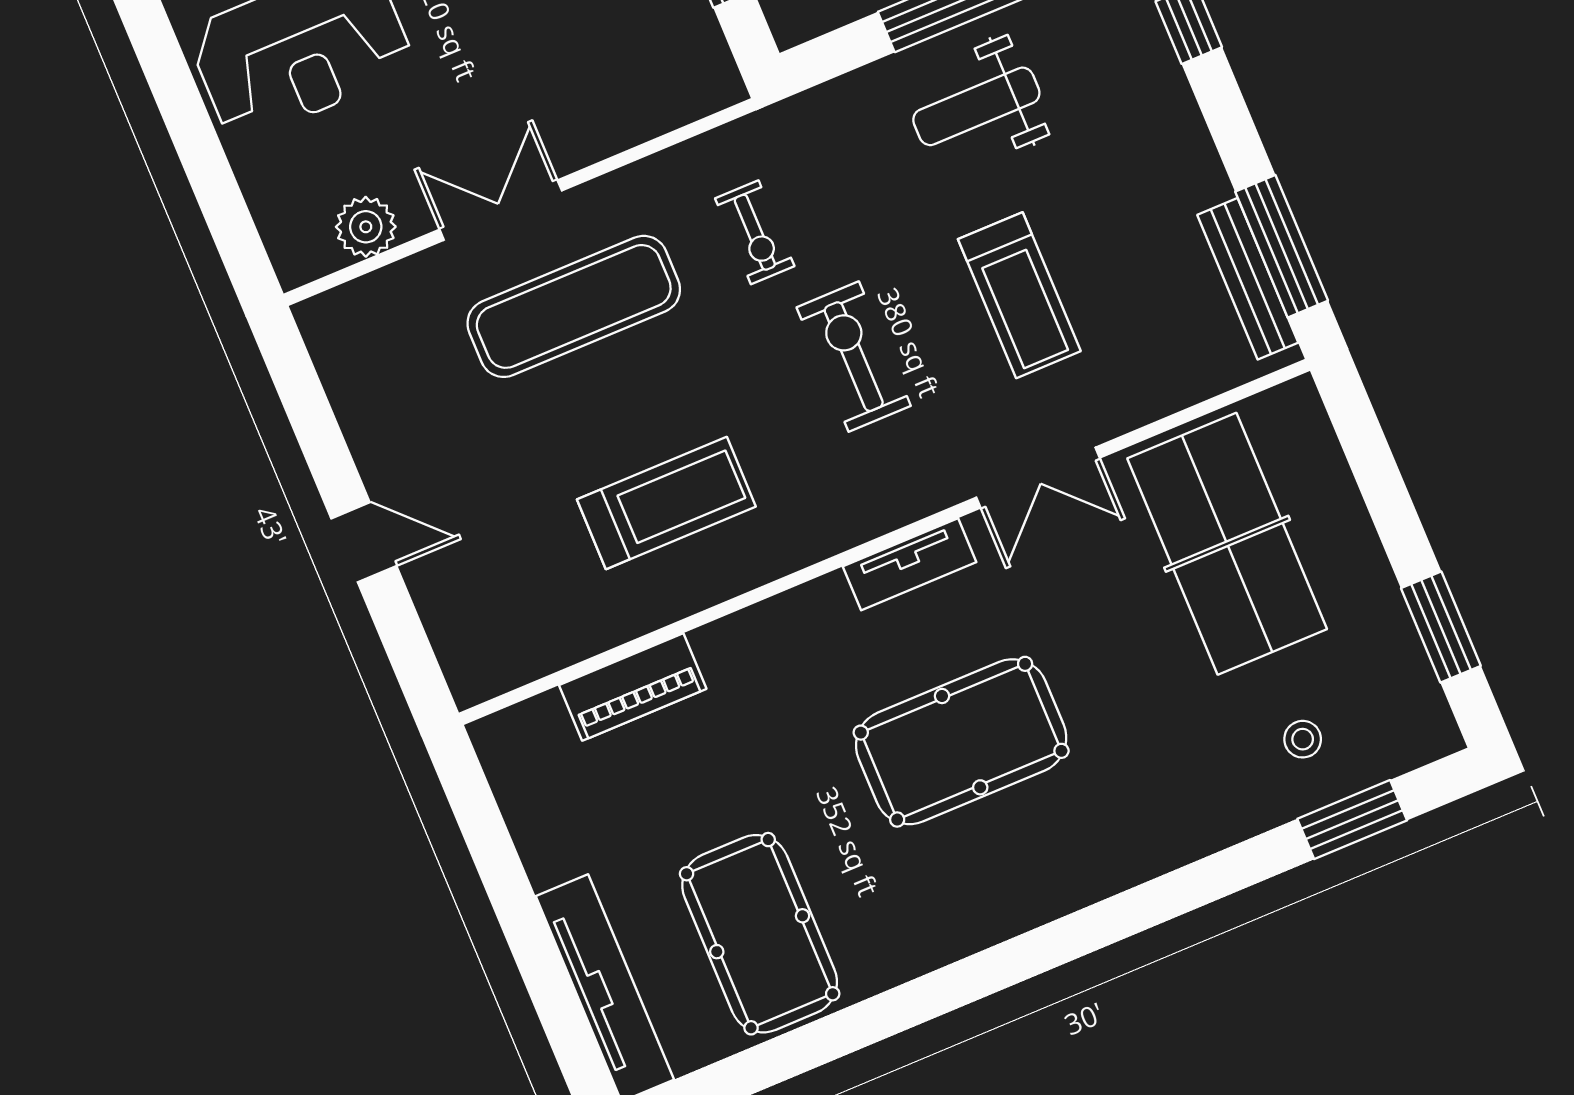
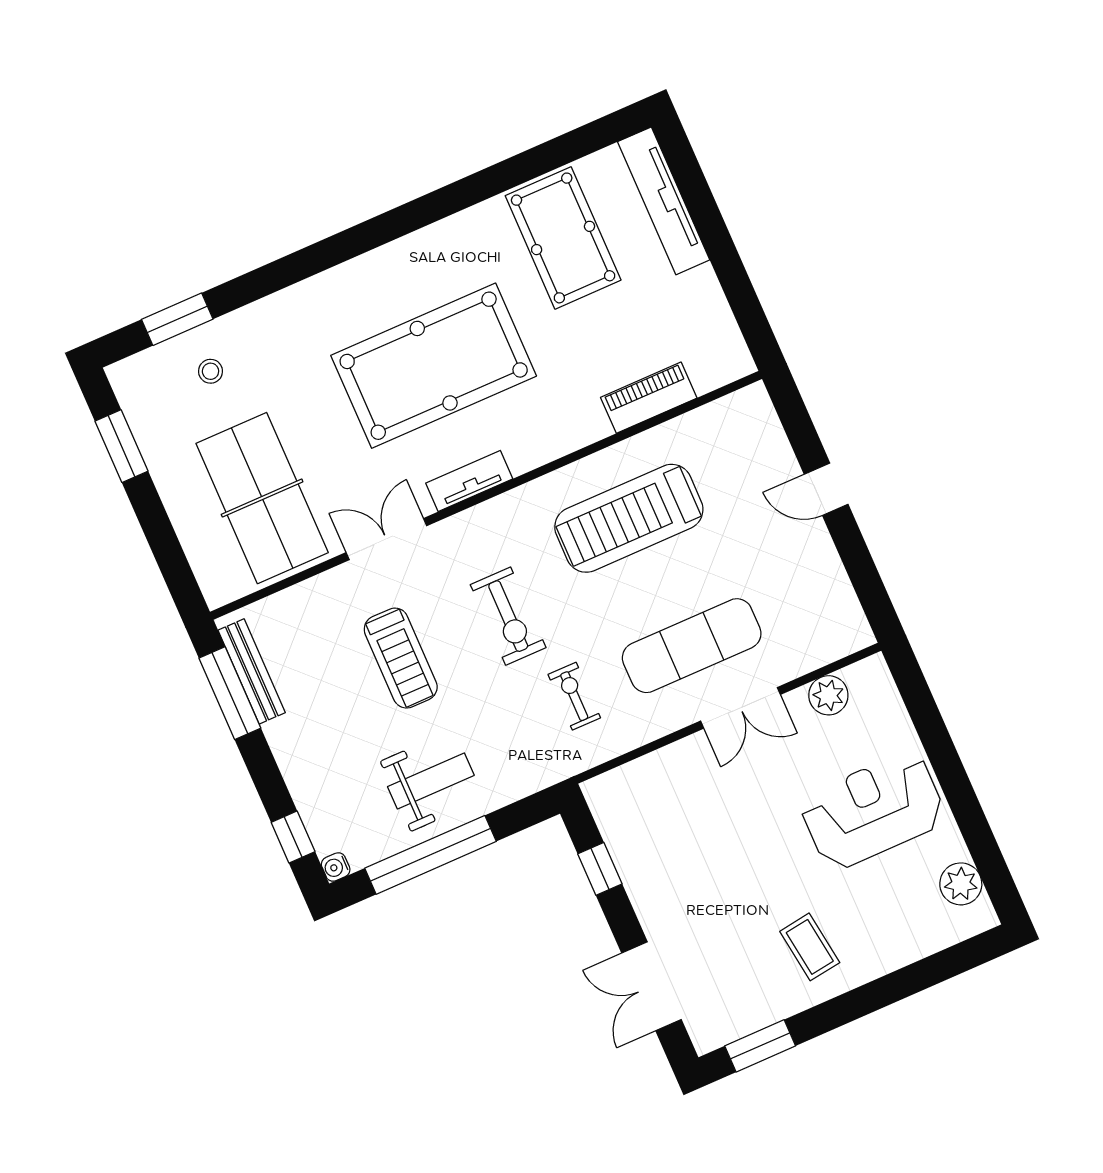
treadmill: (1019, 295) -> (401, 658), turned 180
treadmill: (666, 503) -> (629, 518), width x1.37, depth x1.38
pool table: (961, 742) -> (434, 366), width x1.36, depth x1.32

